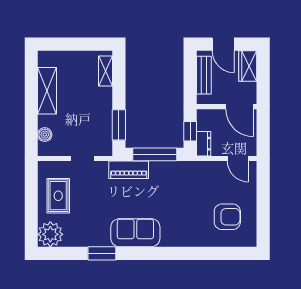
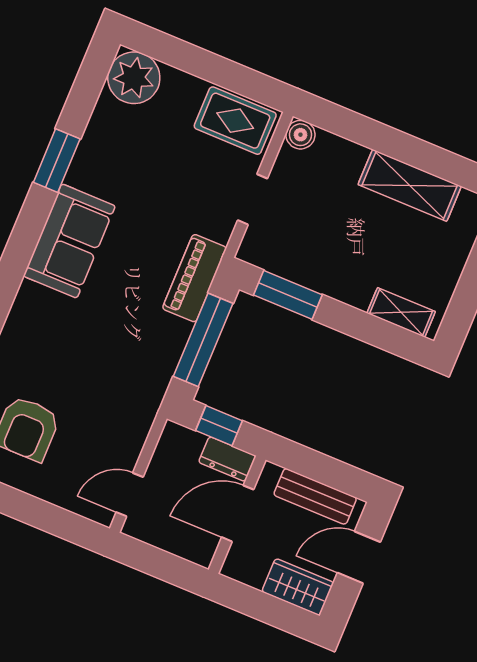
door: (240, 107) -> (238, 513), moved
boiler: (45, 135) -> (300, 135), moved
dresser: (204, 144) -> (227, 459), moved
rug: (58, 196) -> (235, 121), moved

